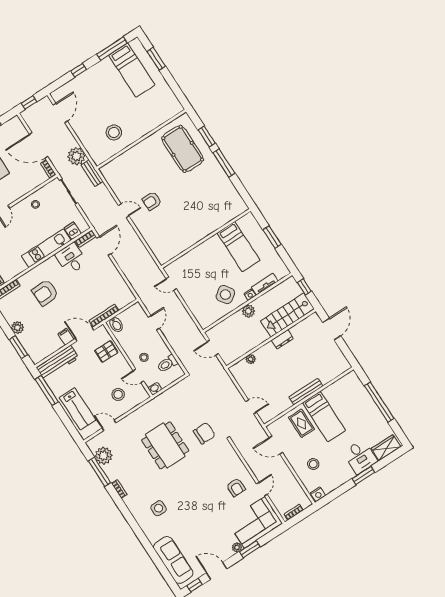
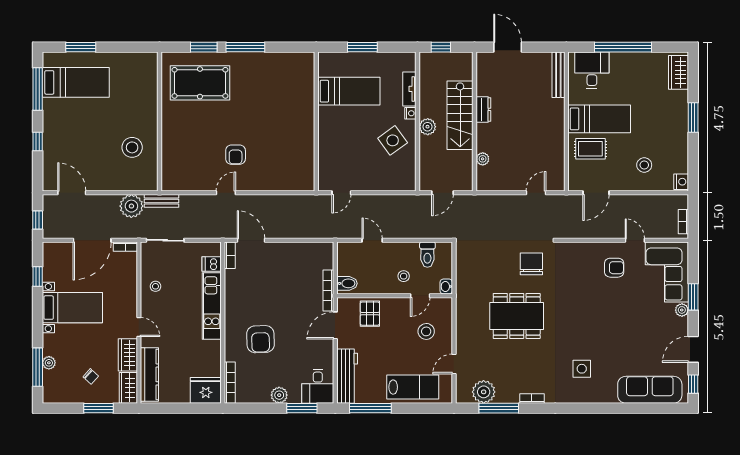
desk: (71, 259) -> (318, 386), moved, turned -90
stairs: (287, 315) -> (460, 115), moved
filing cabinet: (66, 337) -> (324, 348), removed
bench: (306, 392) -> (558, 75), moved
desk: (360, 457) -> (592, 70), moved, turned -90

